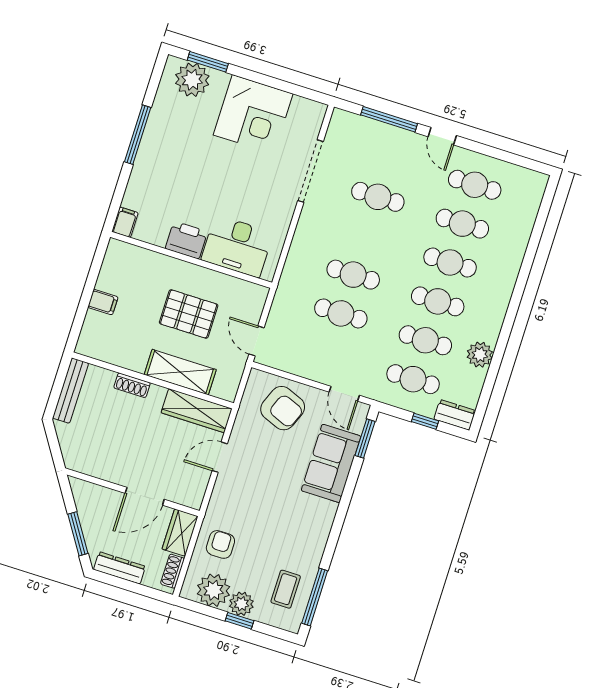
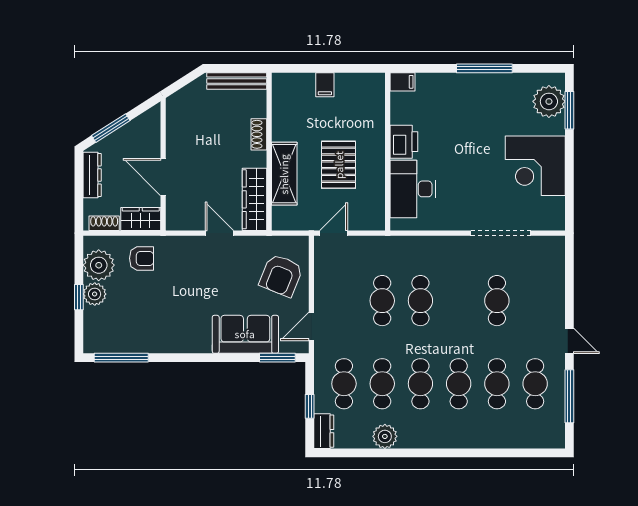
window: (389, 119) -> (569, 396), moved
door: (442, 136) -> (569, 341), swing flipped
coffee table: (286, 589) -> (120, 329), removed

